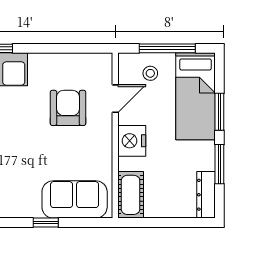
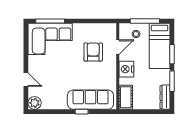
sofa: (75, 199) -> (90, 100), width x1.36

